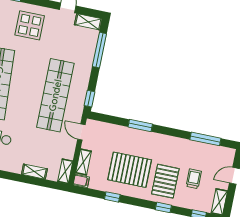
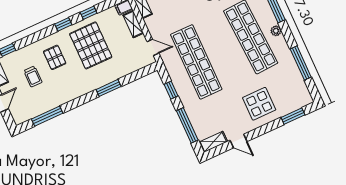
window: (89, 99) -> (171, 90), moved
pallet: (130, 170) -> (91, 45), turned 90
pallet: (165, 181) -> (55, 57), width x0.67, depth x0.71
window: (163, 207) -> (63, 24), moved

